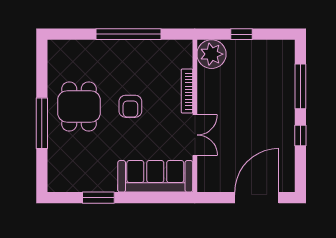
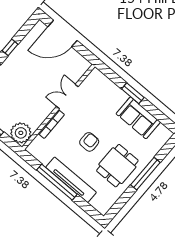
tv unit: (116, 49) -> (71, 180), added
sofa: (155, 176) -> (138, 118), moved, width x0.73
window: (98, 198) -> (133, 93), moved

